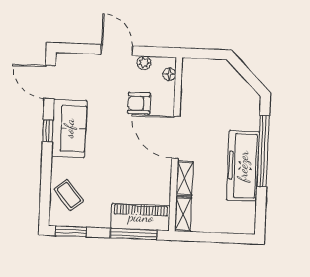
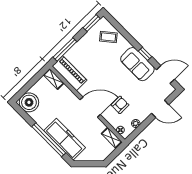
door: (117, 50) -> (160, 109), moved
freezer: (243, 166) -> (65, 139), moved
shelving: (185, 178) -> (112, 138), moved
piano: (141, 217) -> (70, 73), moved, turned -90
boiler: (240, 218) -> (29, 102), added

